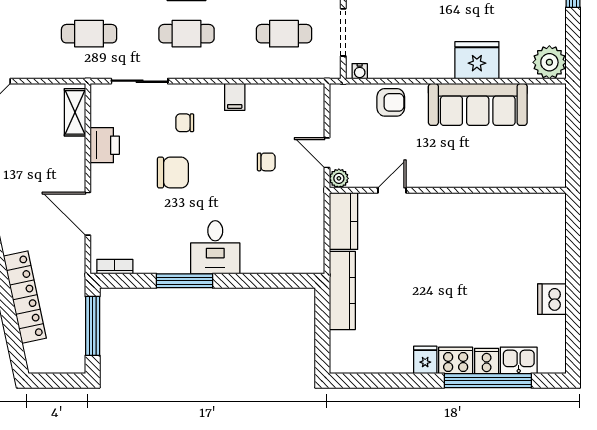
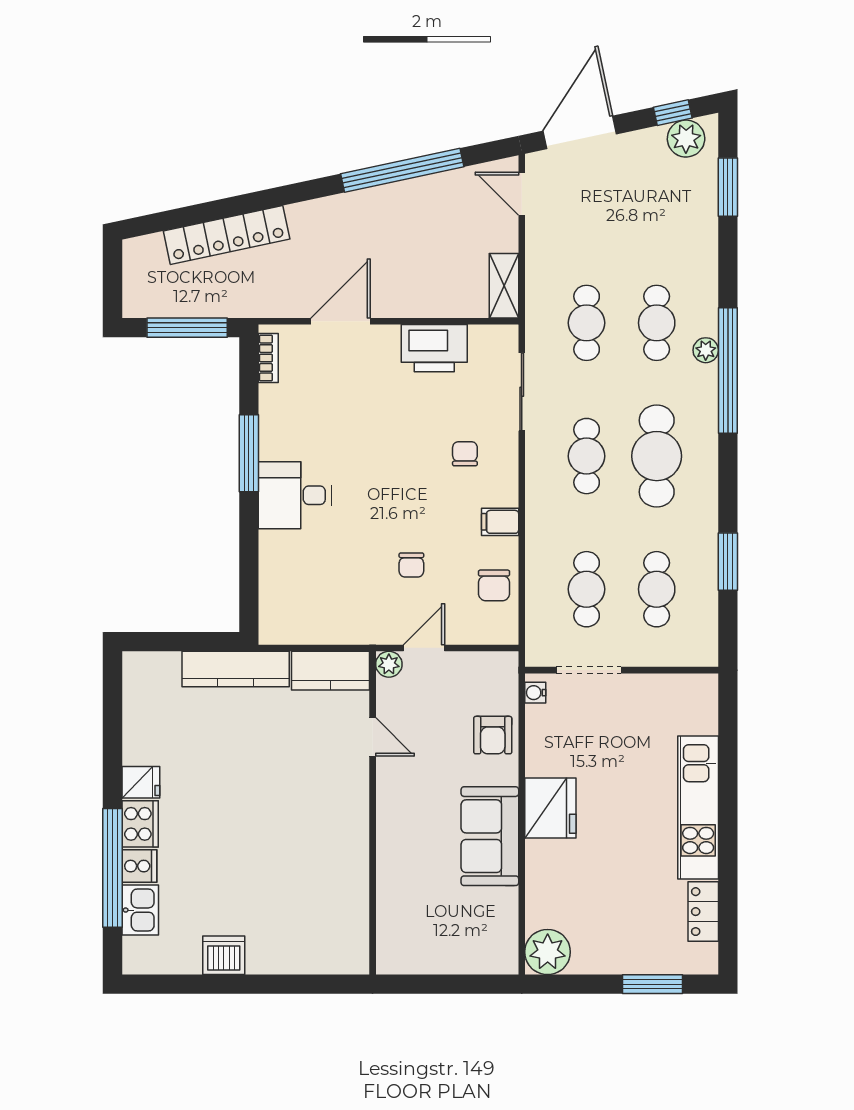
fridge: (477, 60) -> (550, 808), moved
sofa: (478, 104) -> (490, 836), width x0.73
shelving: (75, 112) -> (504, 286), moved, turned 90
printer: (105, 145) -> (434, 348), width x1.37, depth x1.19
chair: (173, 173) -> (494, 585), moved, width x0.73, depth x0.73

